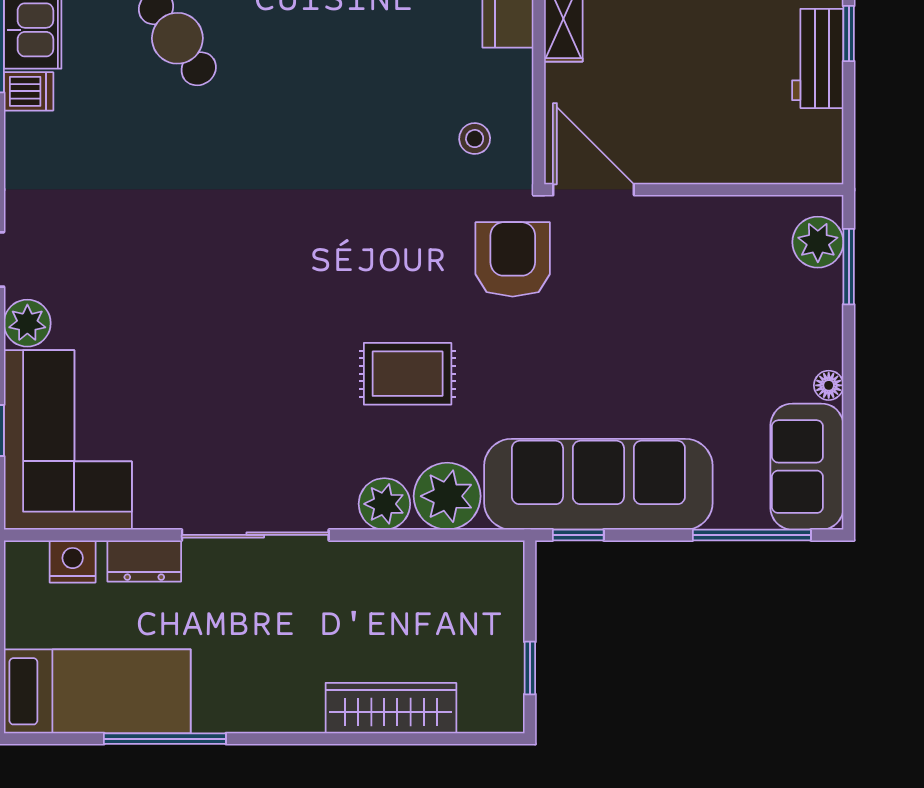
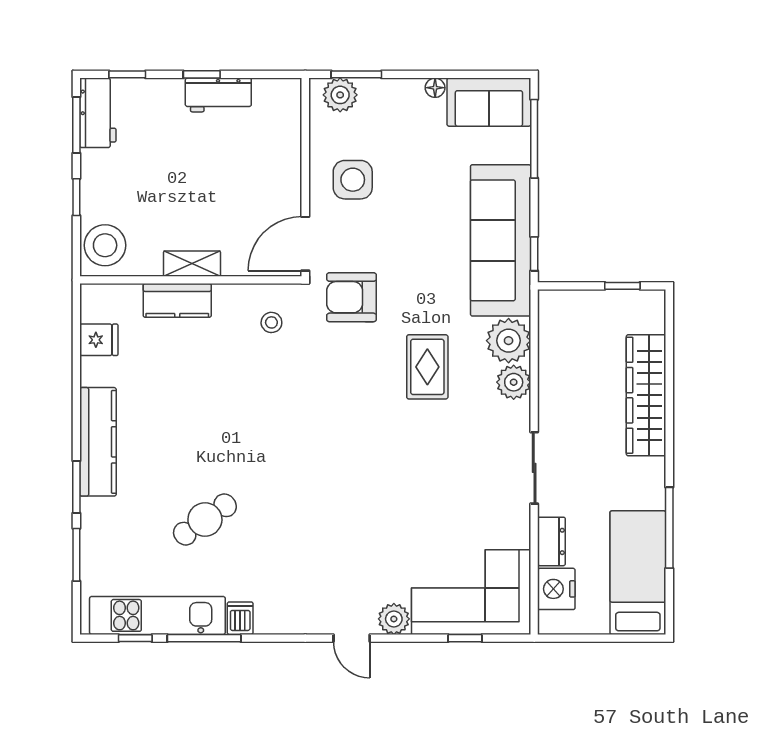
side table: (690, 261) -> (353, 180), added
sliding door: (255, 535) -> (534, 468), width x0.73
nightstand: (73, 561) -> (556, 589), width x1.36, depth x1.33
wardrobe: (391, 708) -> (646, 395), width x1.40, depth x1.17

